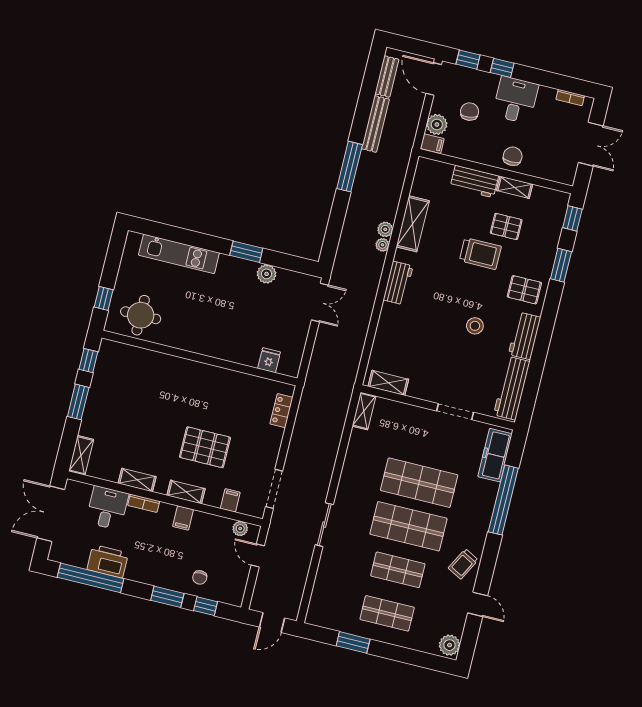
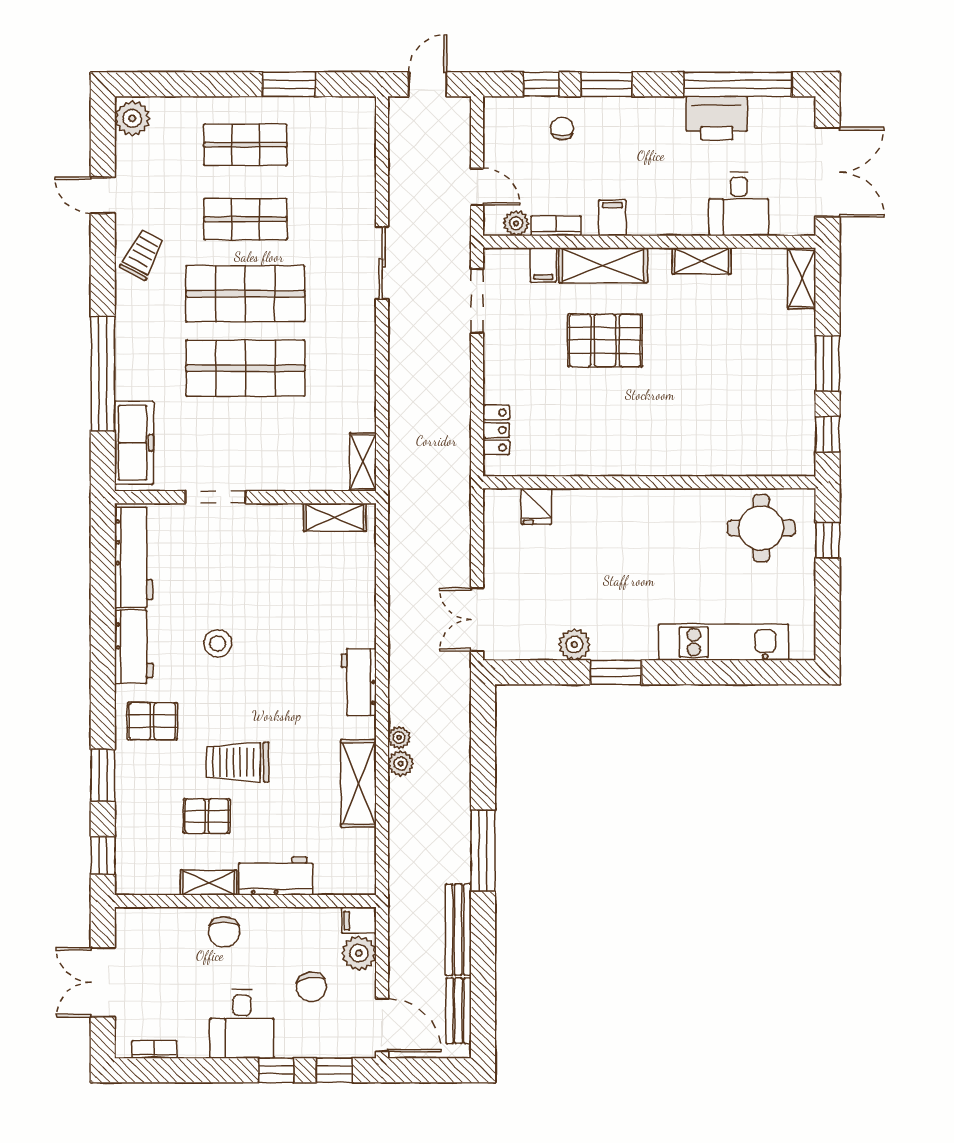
shelving: (186, 492) -> (603, 265), width x1.50, depth x1.33
bookcase: (144, 503) -> (556, 226), moved

